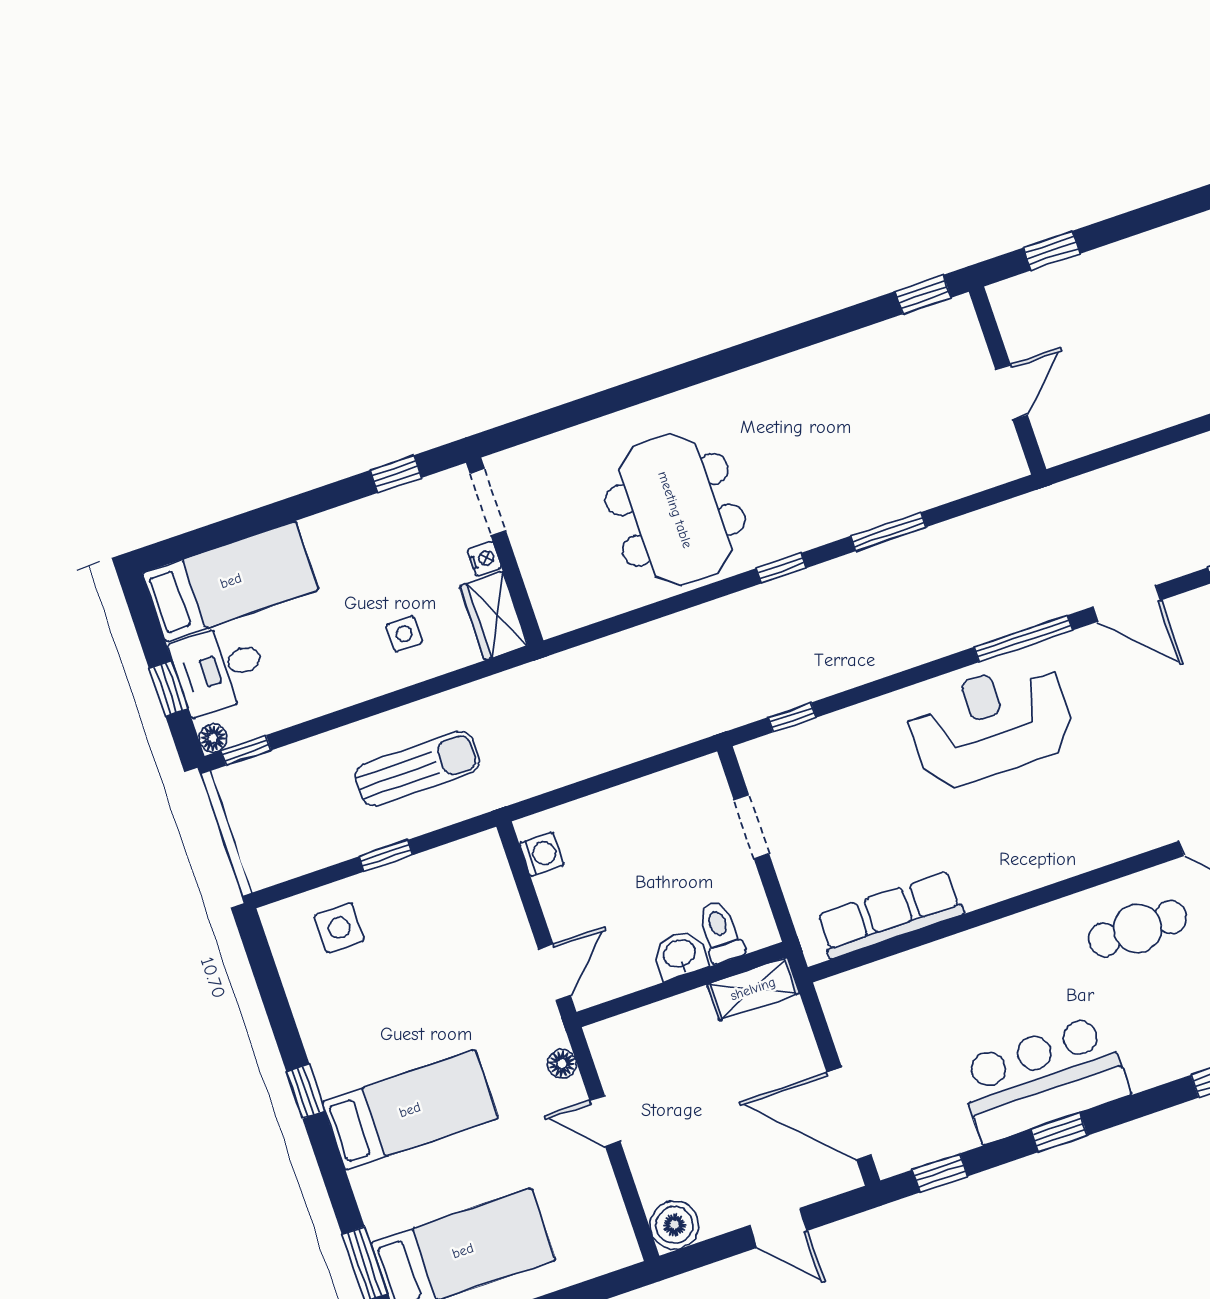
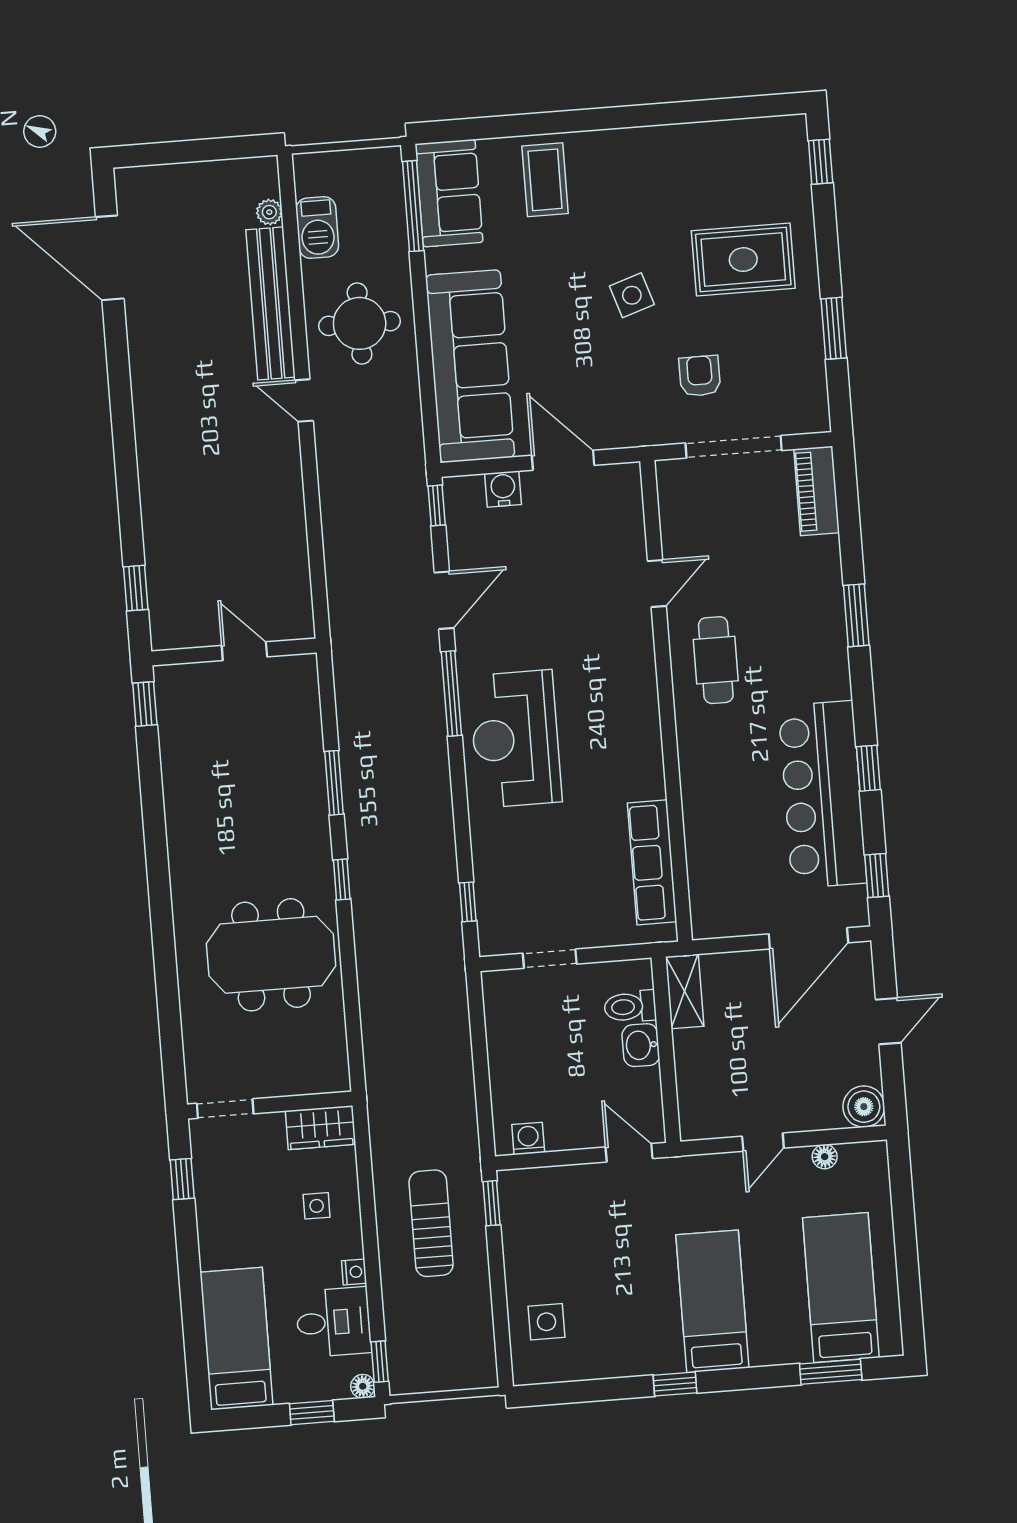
nightstand: (484, 559) -> (354, 1272), moved, turned 90
desk: (219, 669) -> (333, 1322), moved, turned -90
window: (386, 856) -> (492, 1203), moved
floor lamp: (562, 1064) -> (825, 1157), moved
bar counter: (1043, 1079) -> (822, 795), width x1.36

